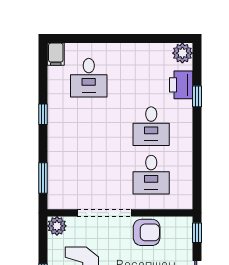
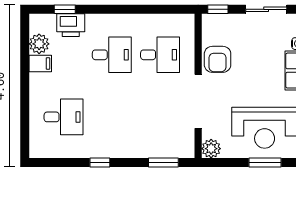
plant: (182, 53) -> (39, 44), moved
filing cabinet: (56, 54) -> (40, 64), moved
window: (197, 96) -> (65, 9), moved
armchair: (147, 232) -> (218, 59), turned 180

